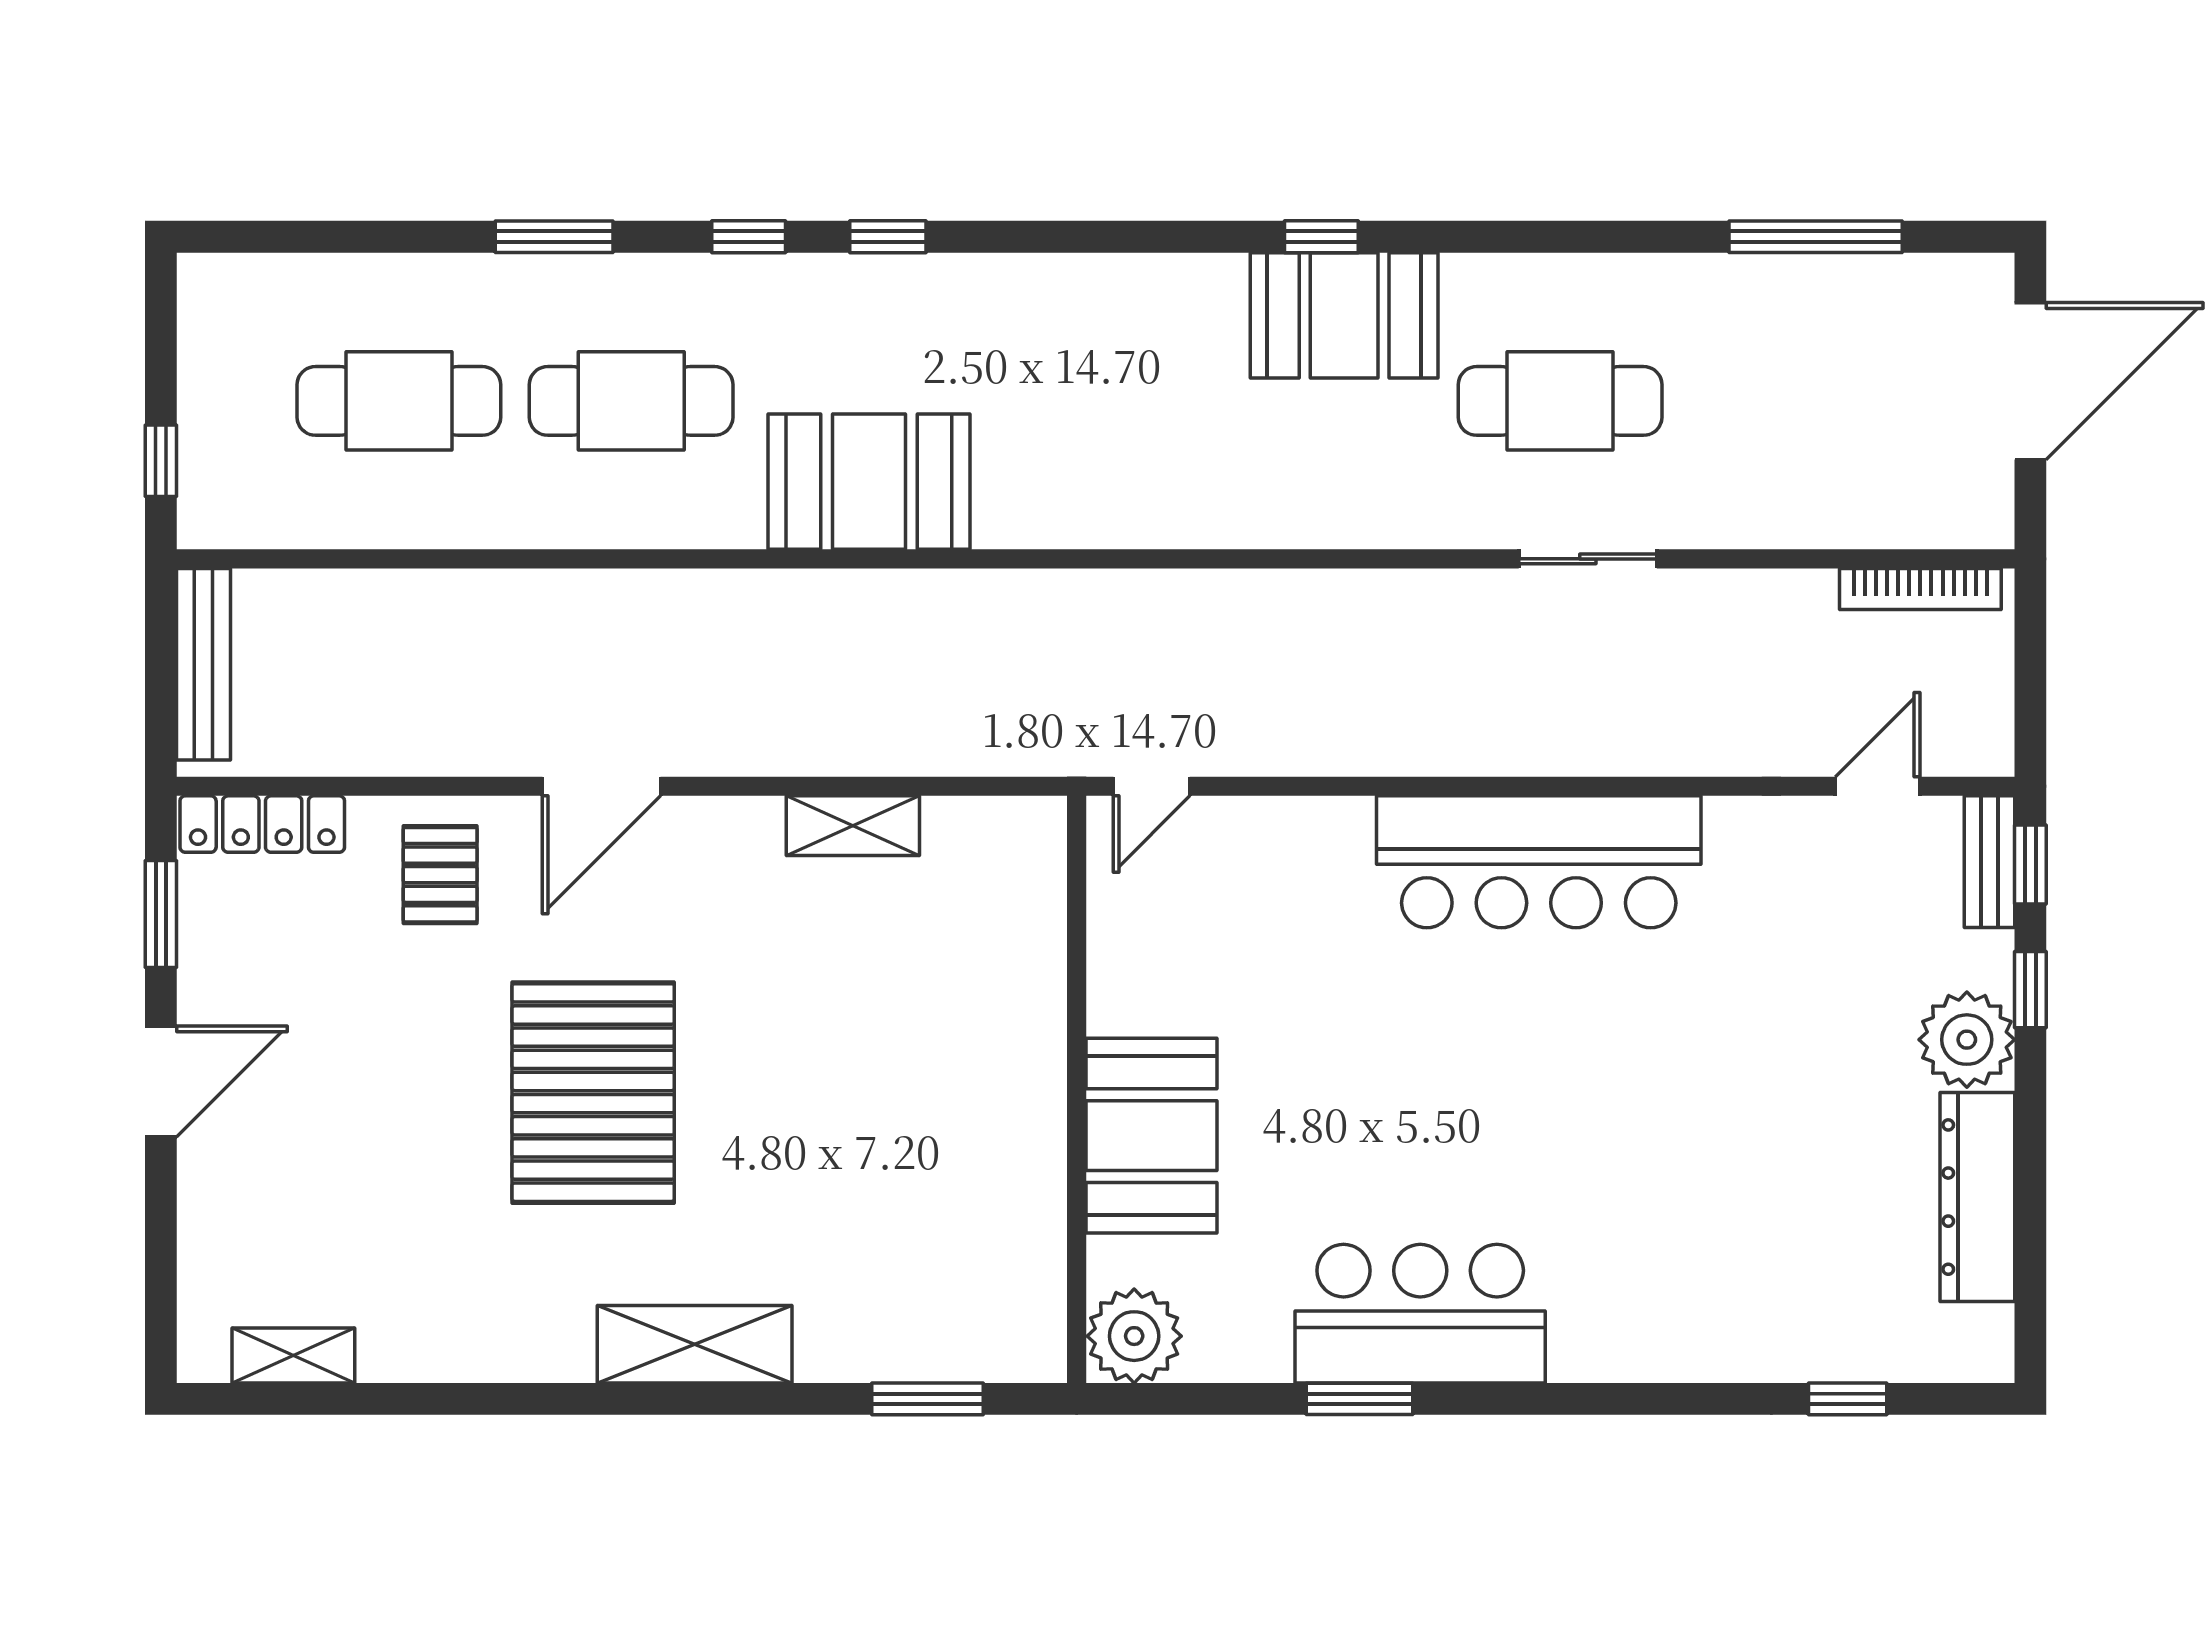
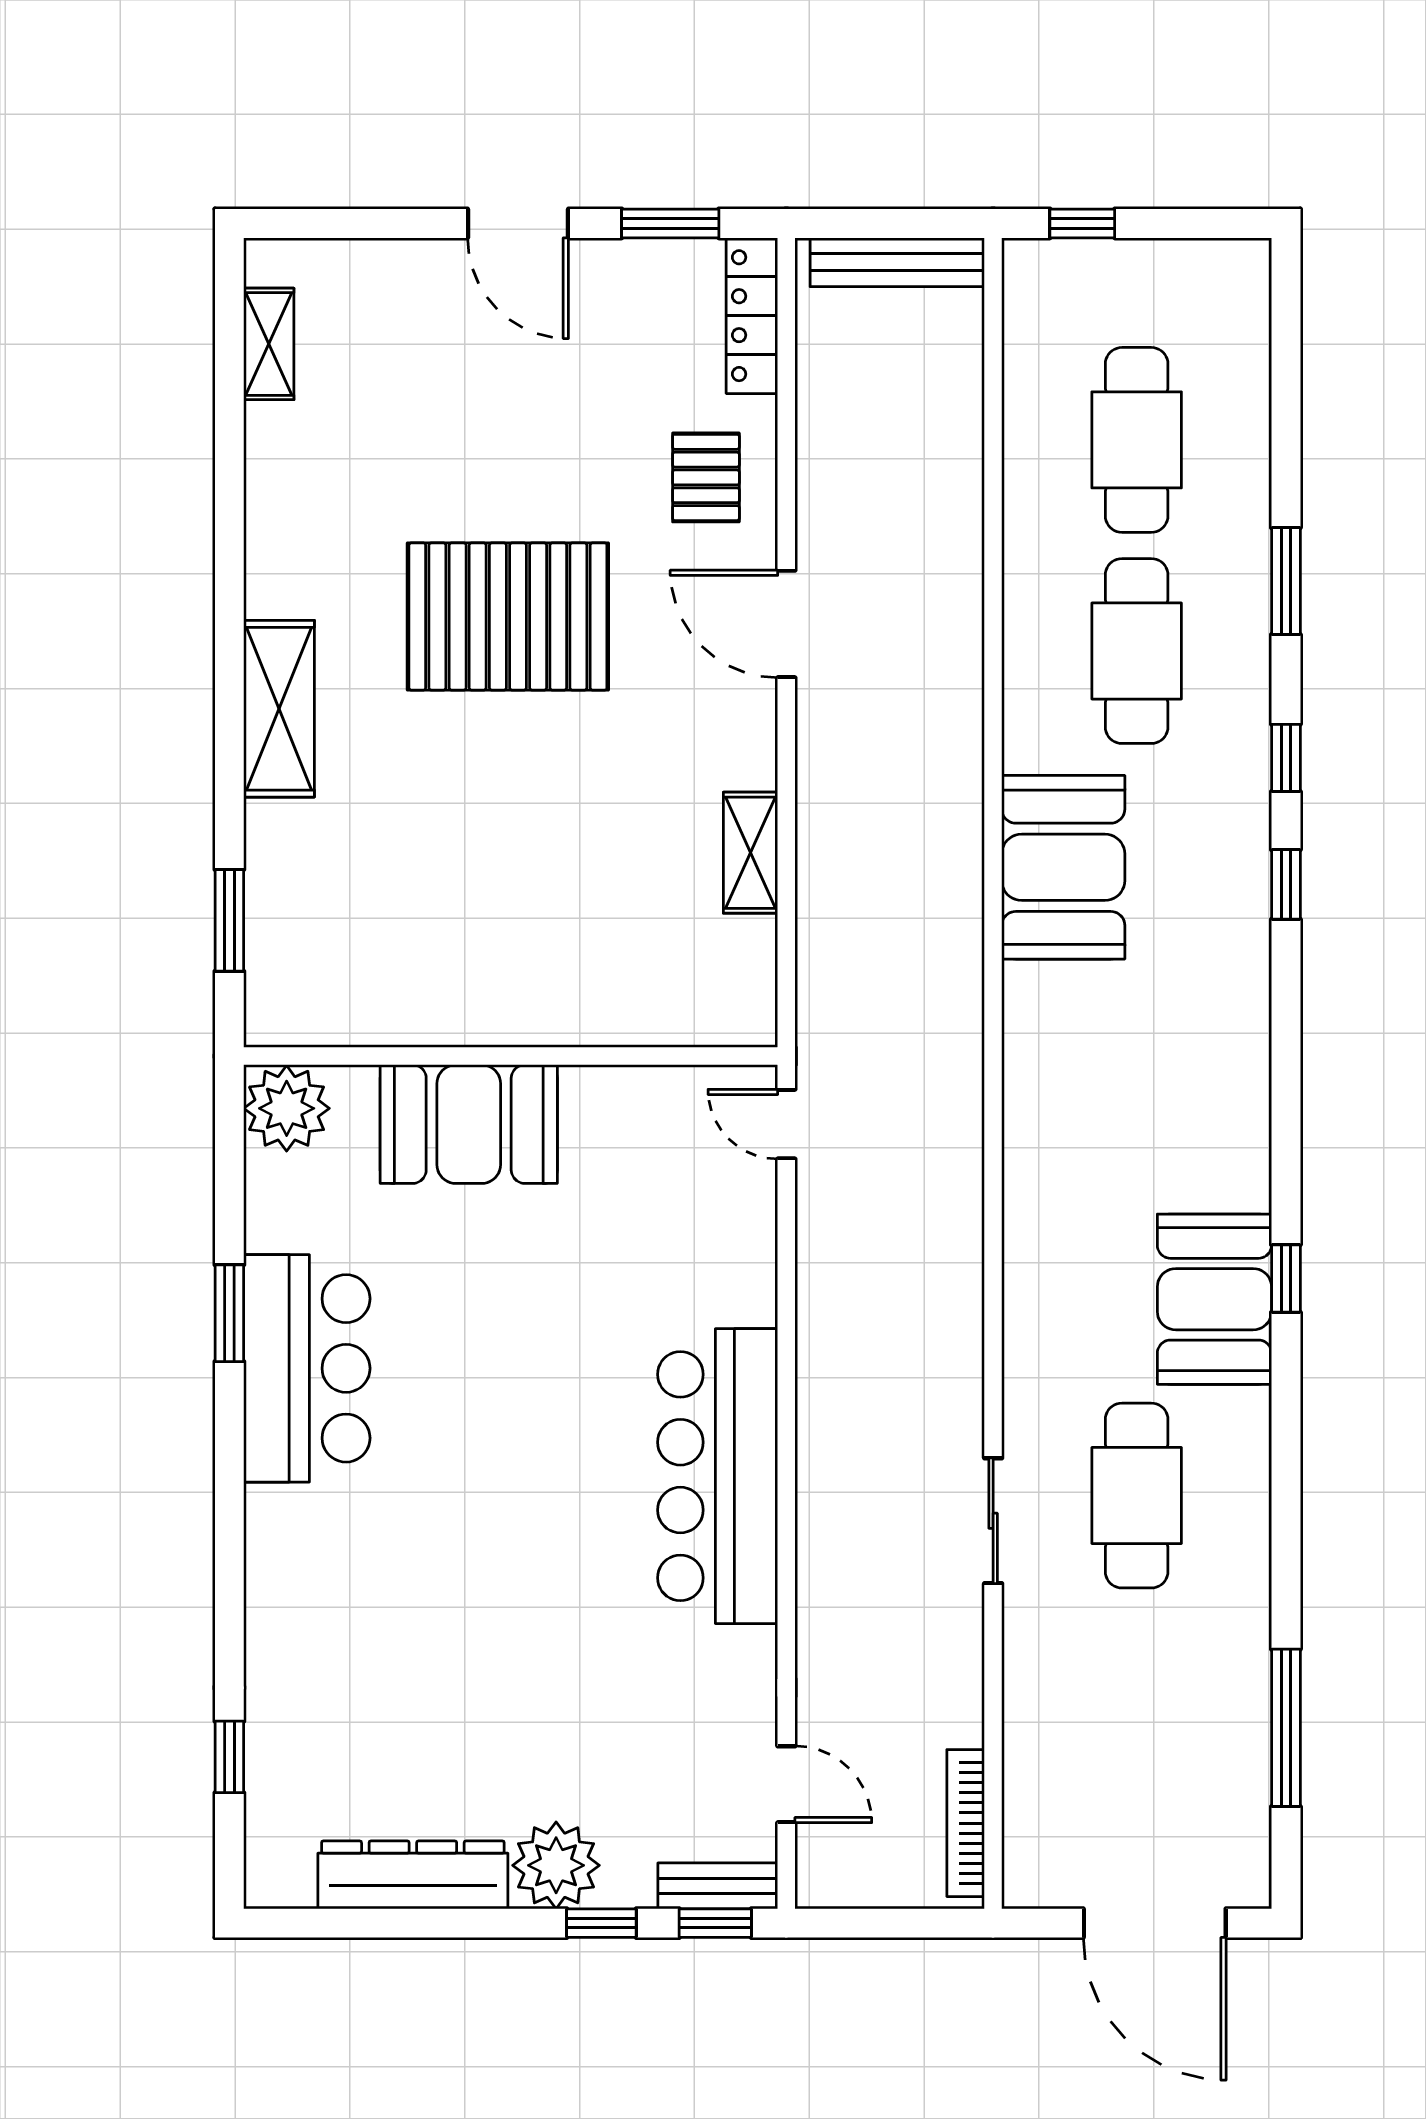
pallet: (440, 875) -> (706, 477), turned 90

